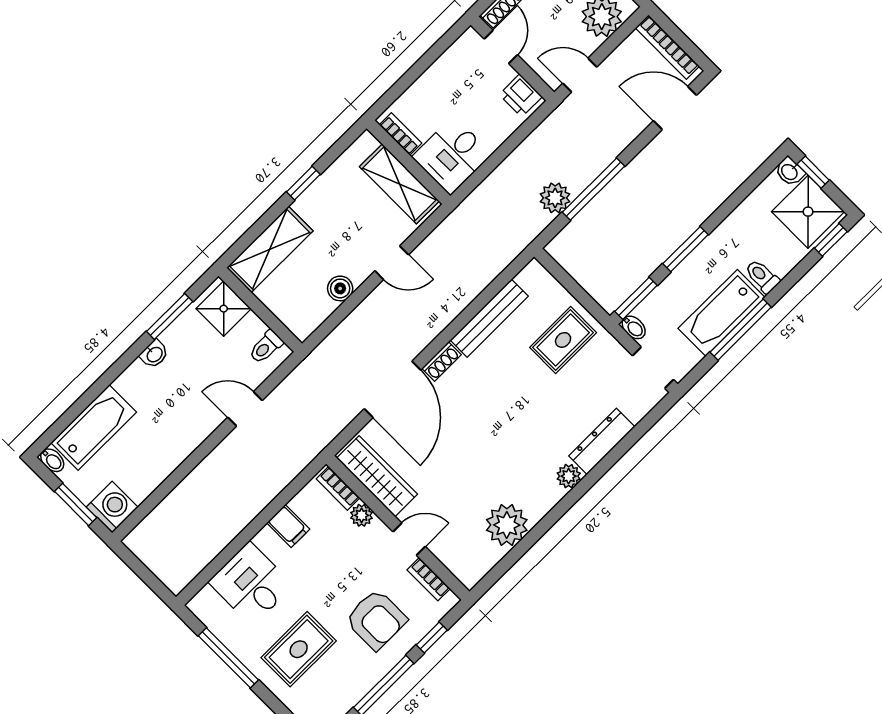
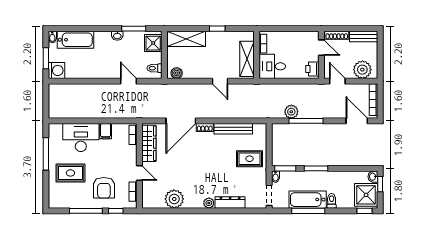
door: (501, 47) -> (321, 48), hinge flipped
boiler: (340, 288) -> (177, 73), moved
plant: (362, 515) -> (132, 151), removed
desk: (251, 584) -> (81, 138), width x1.37

